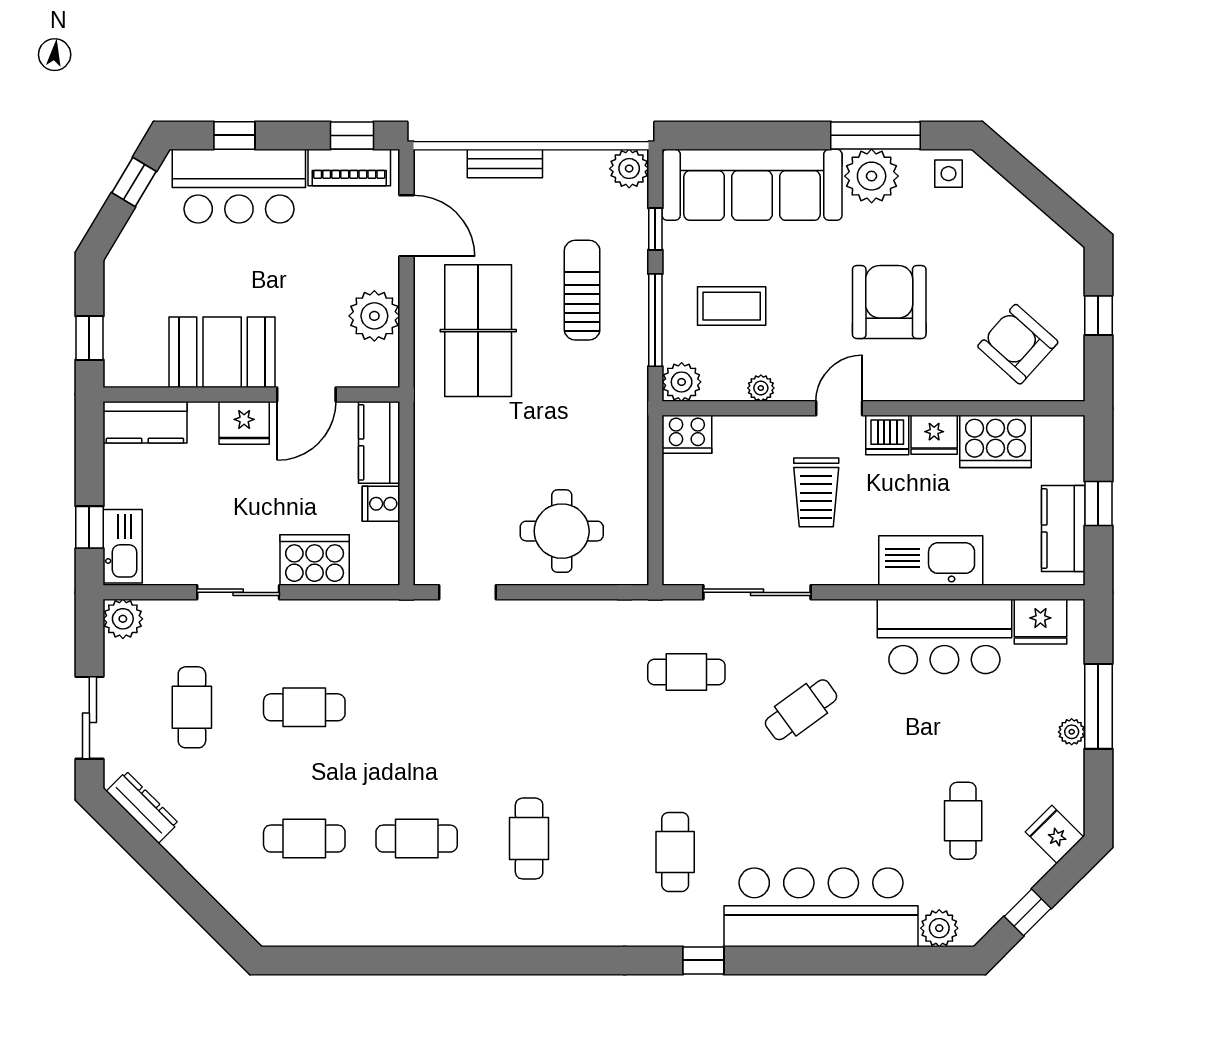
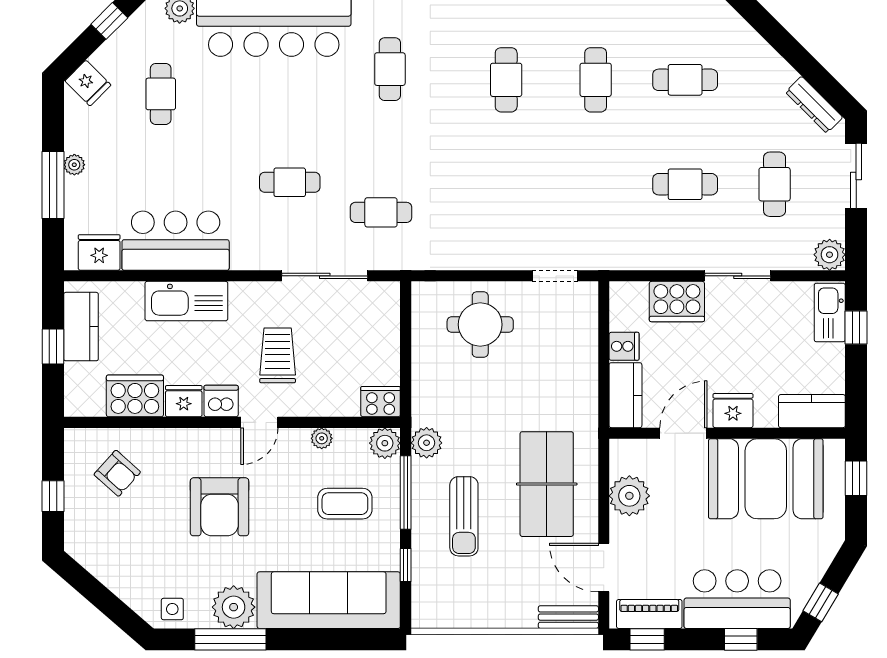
bench: (505, 163) -> (568, 617), moved
plant: (629, 169) -> (427, 443), moved
armchair: (1018, 344) -> (117, 473), width x0.72, depth x0.72
booth: (222, 352) -> (766, 479), width x1.36, depth x1.42
cafe table: (801, 710) -> (290, 182), turned 36
cafe table: (417, 839) -> (596, 80), turned 90

